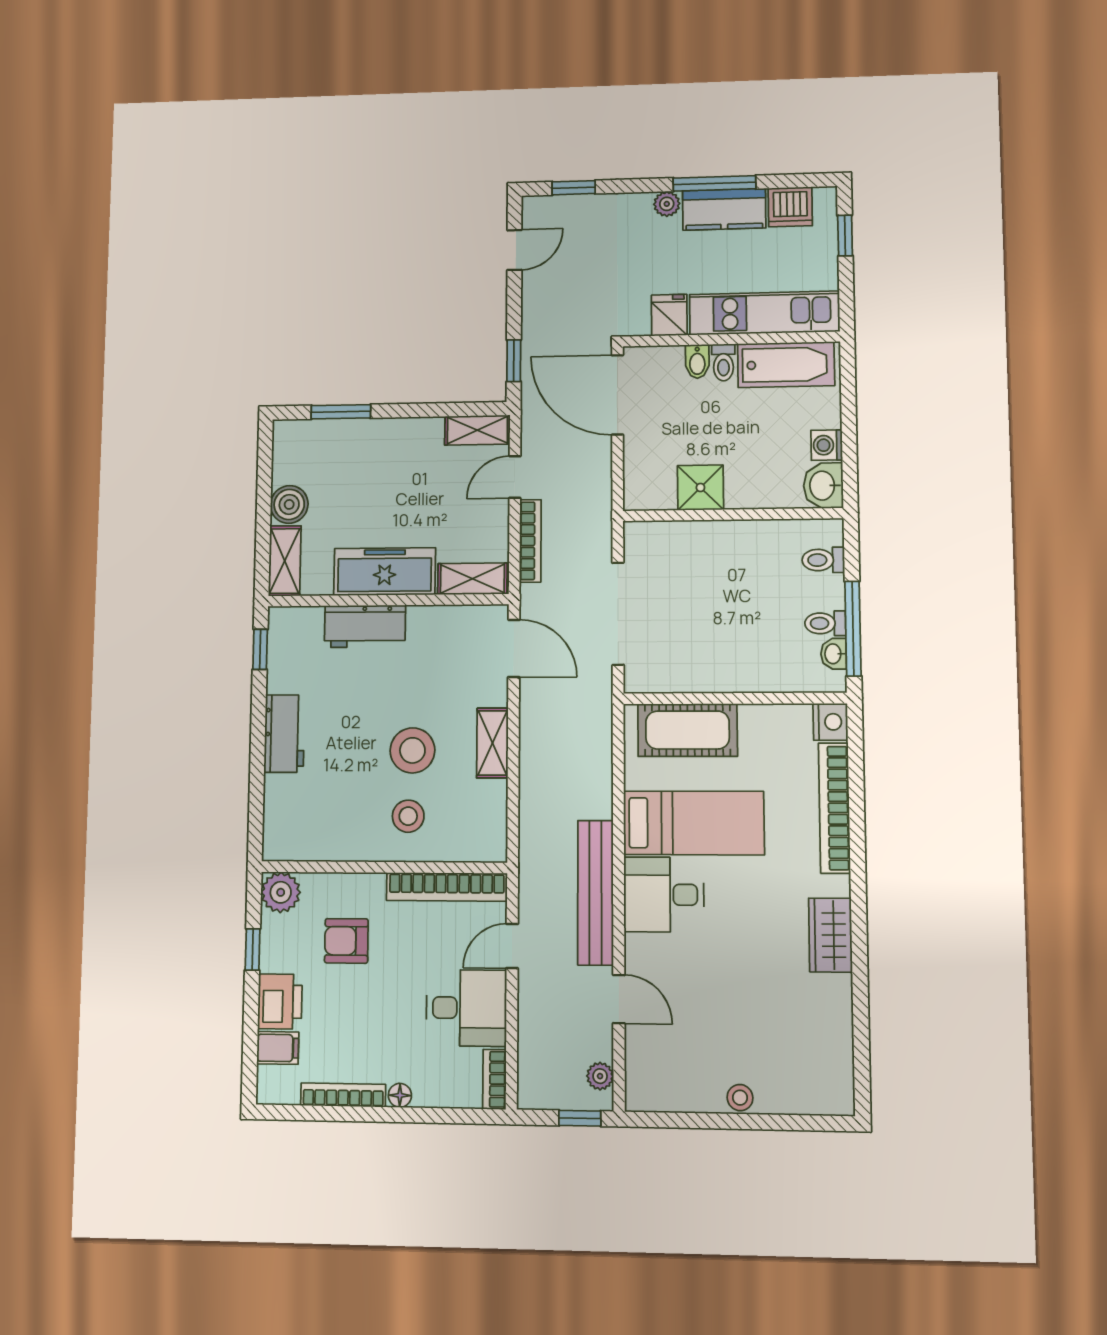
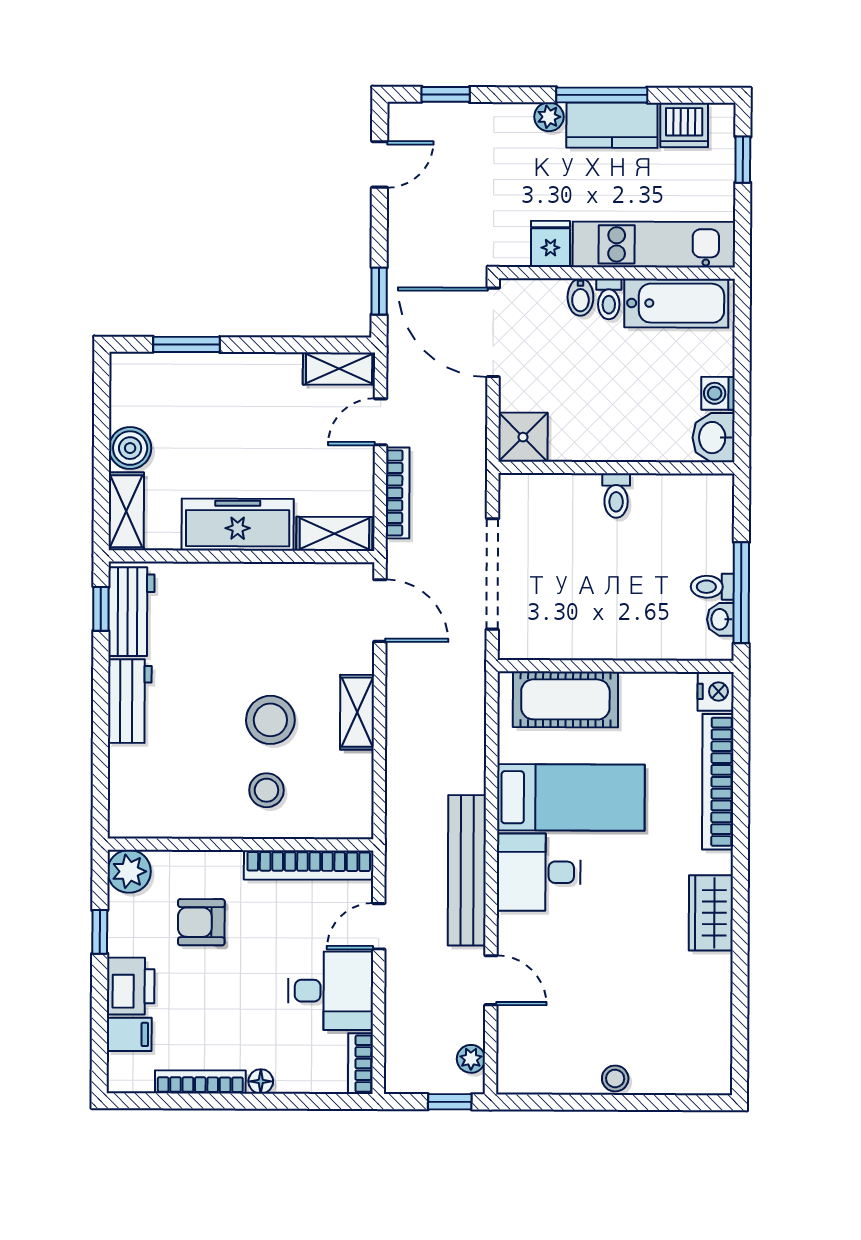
shower: (700, 488) -> (523, 437), moved
toilet: (823, 560) -> (616, 496), moved, turned -90
workbench: (365, 626) -> (131, 612), moved, turned -90

